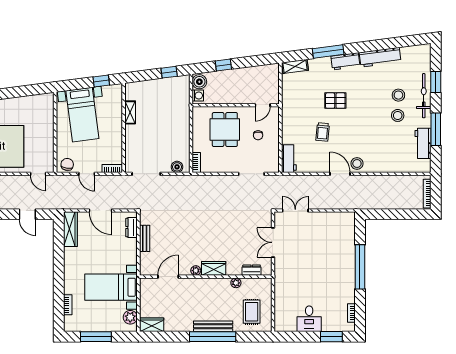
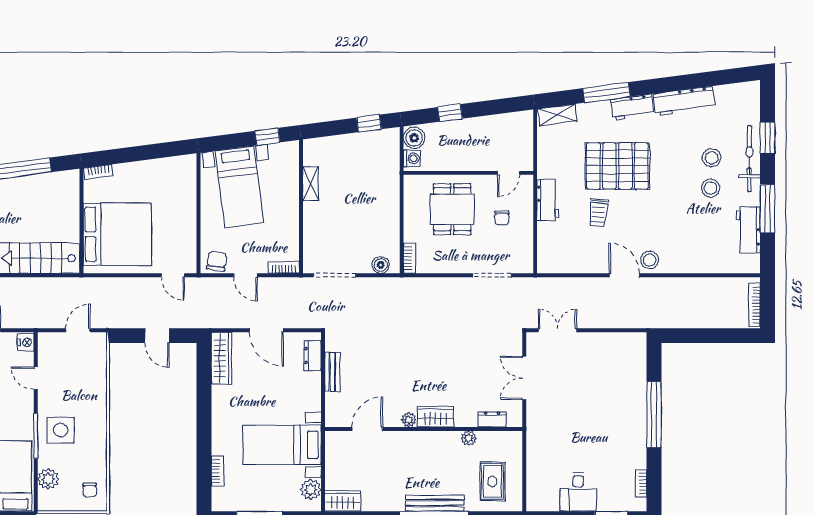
pallet: (335, 101) -> (617, 166), width x2.05, depth x2.00
workbench: (289, 159) -> (548, 200), moved

